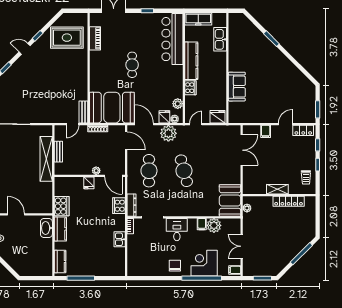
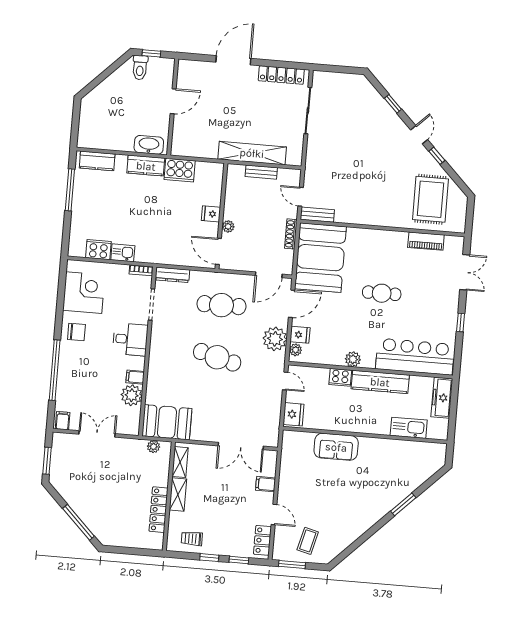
coffee table: (301, 100) -> (308, 541), added
plant: (178, 104) -> (353, 359), moved
cafe table: (184, 171) -> (217, 357), turned 30
door: (113, 176) -> (218, 251), hinge flipped
shelving: (256, 189) -> (180, 462), added
cooker: (119, 206) -> (98, 250), moved
corner desk: (204, 263) -> (84, 293), moved

